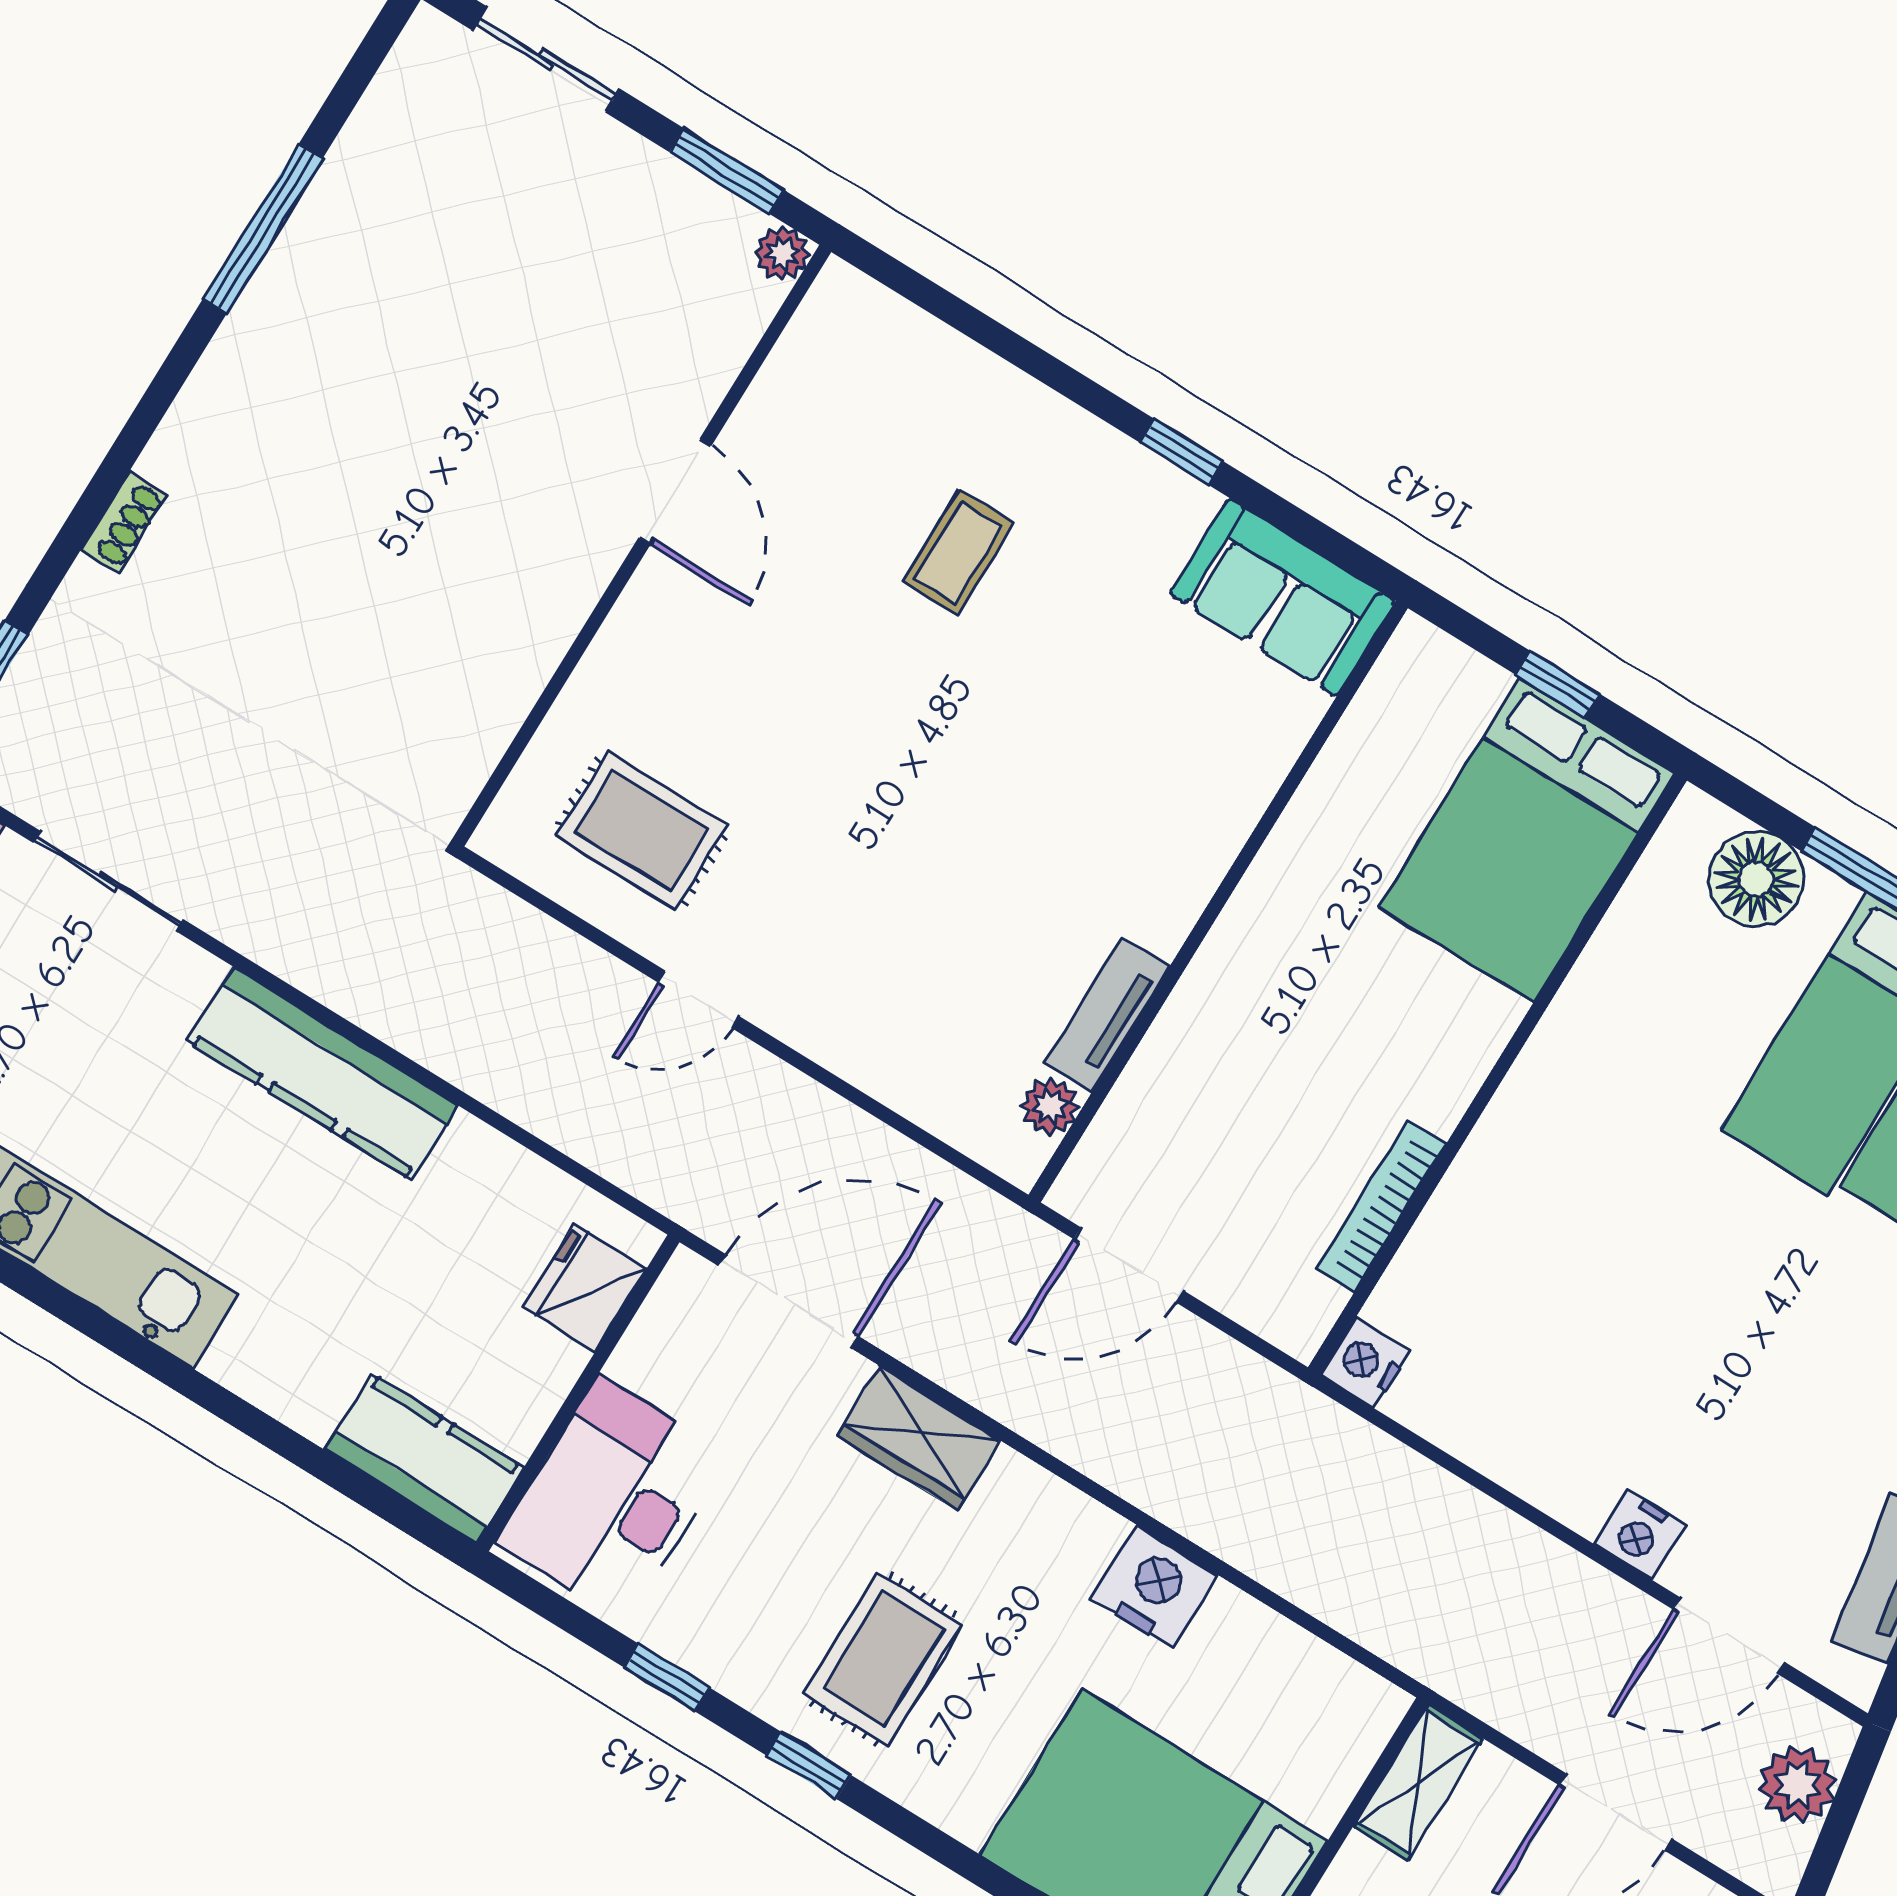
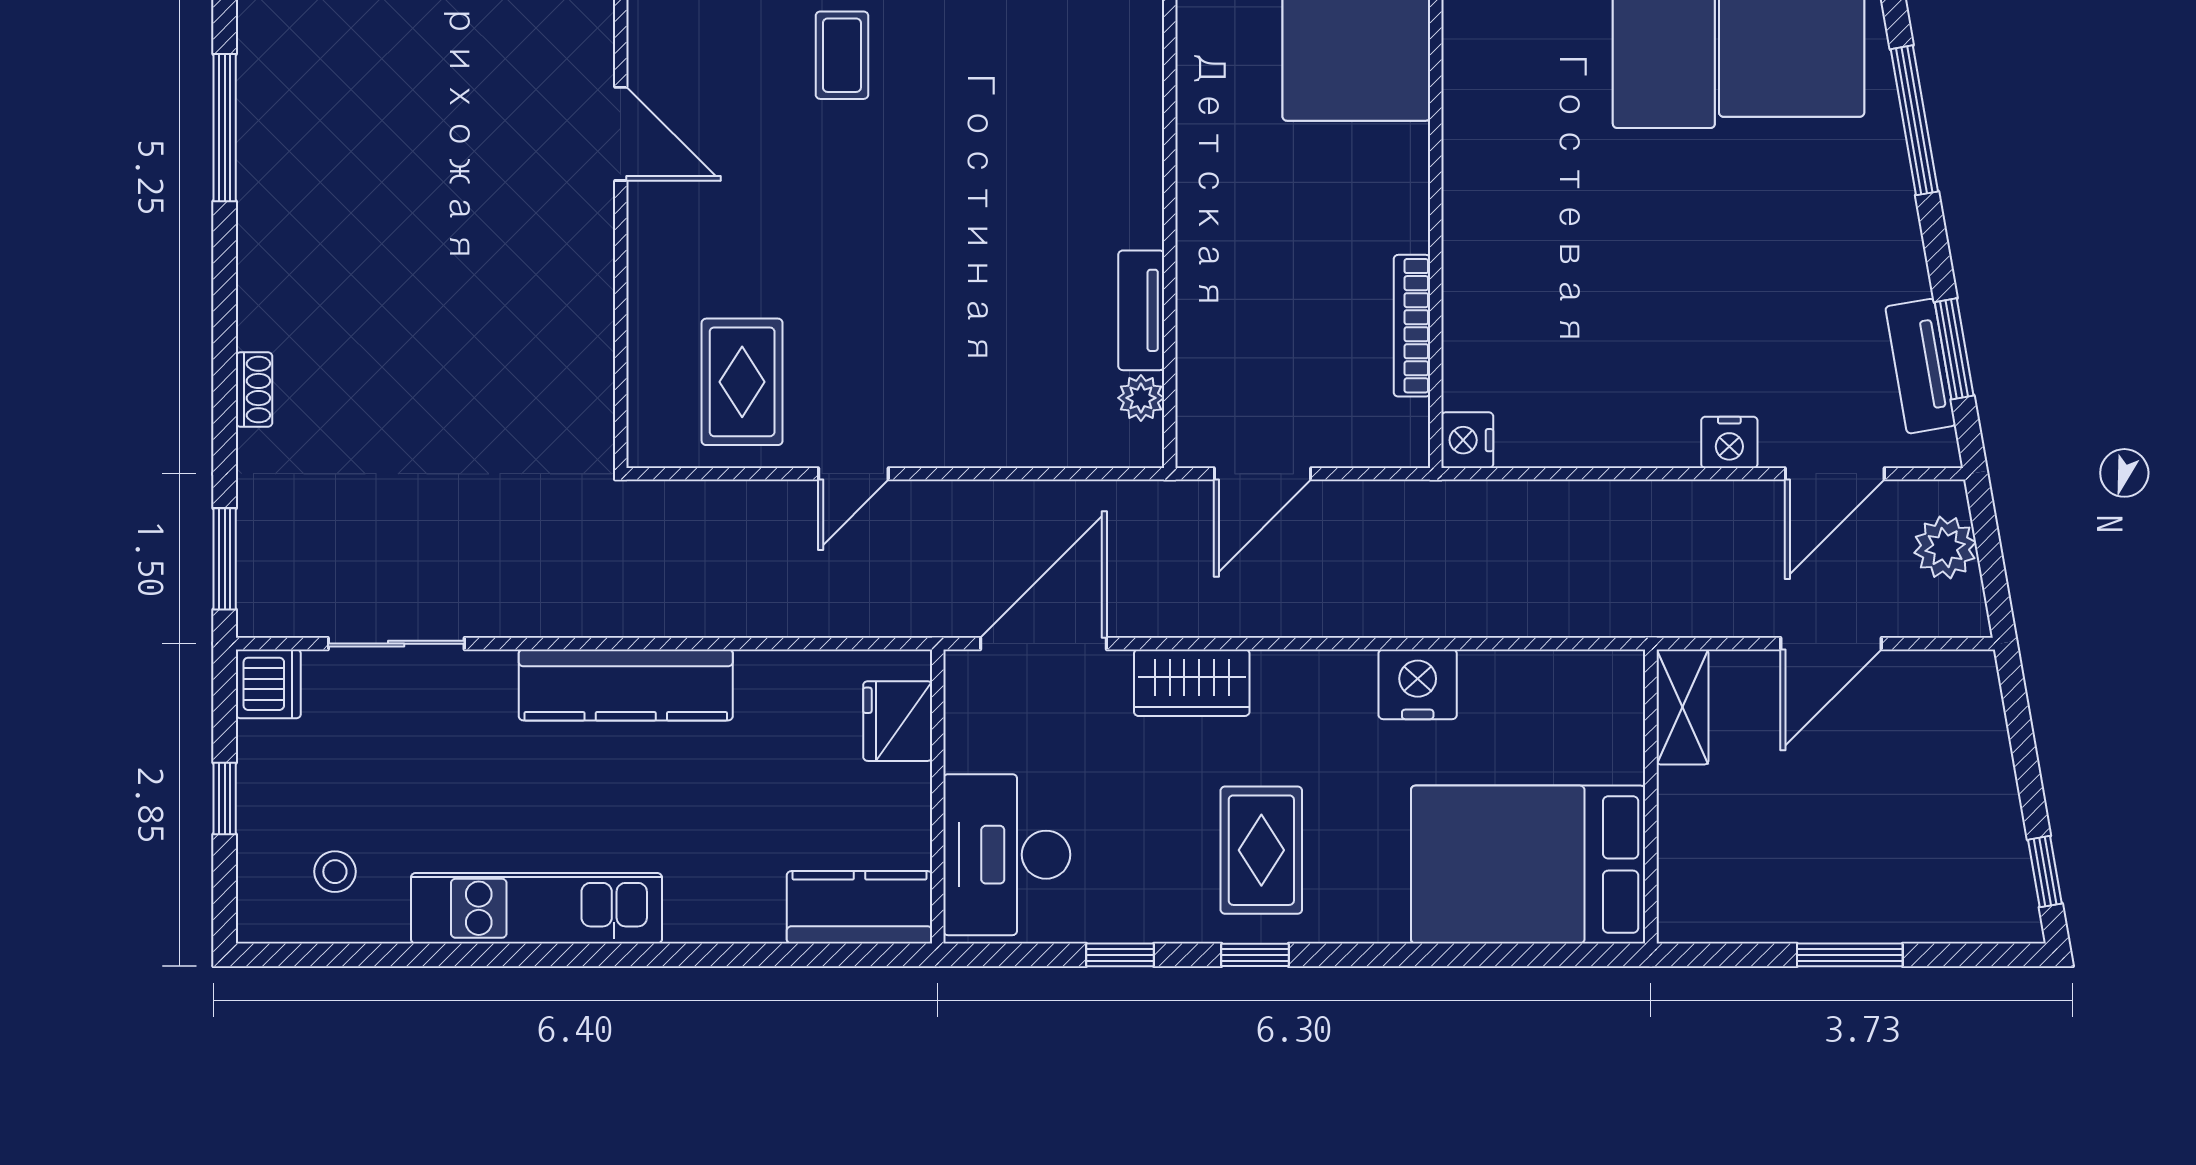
rug: (642, 831) -> (742, 382), turned 90

